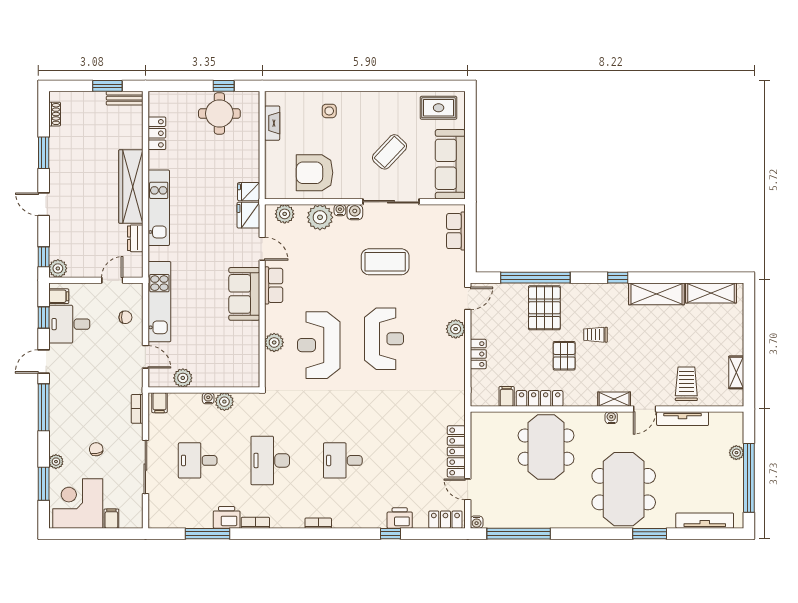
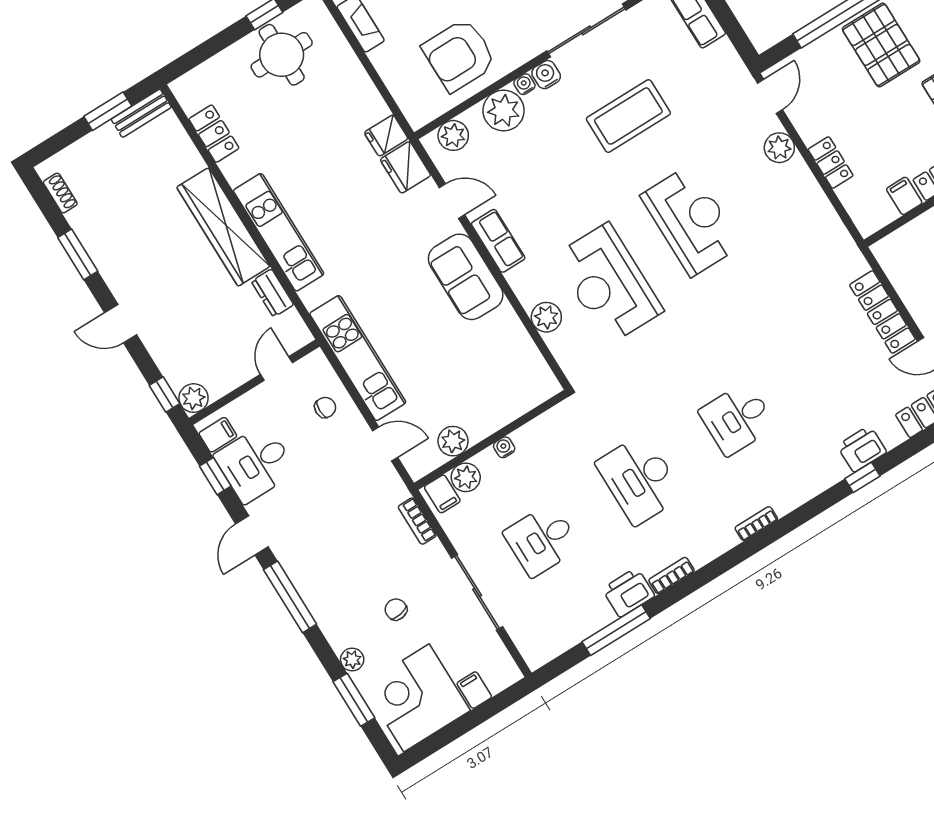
plant: (224, 402) -> (466, 477), moved

